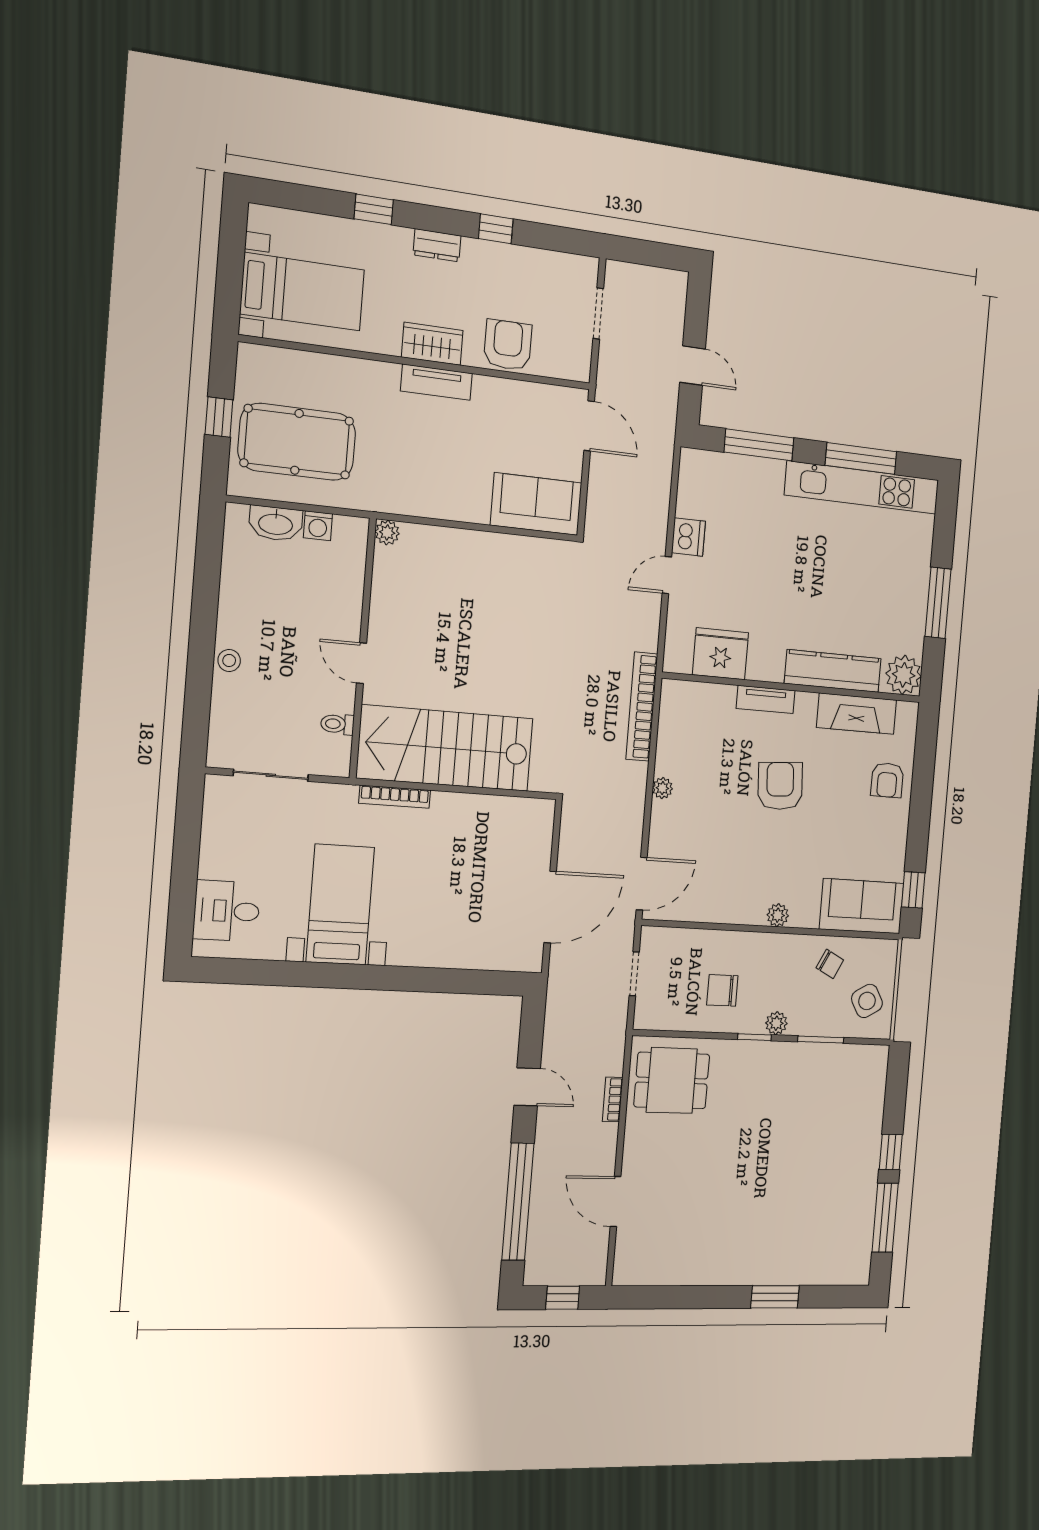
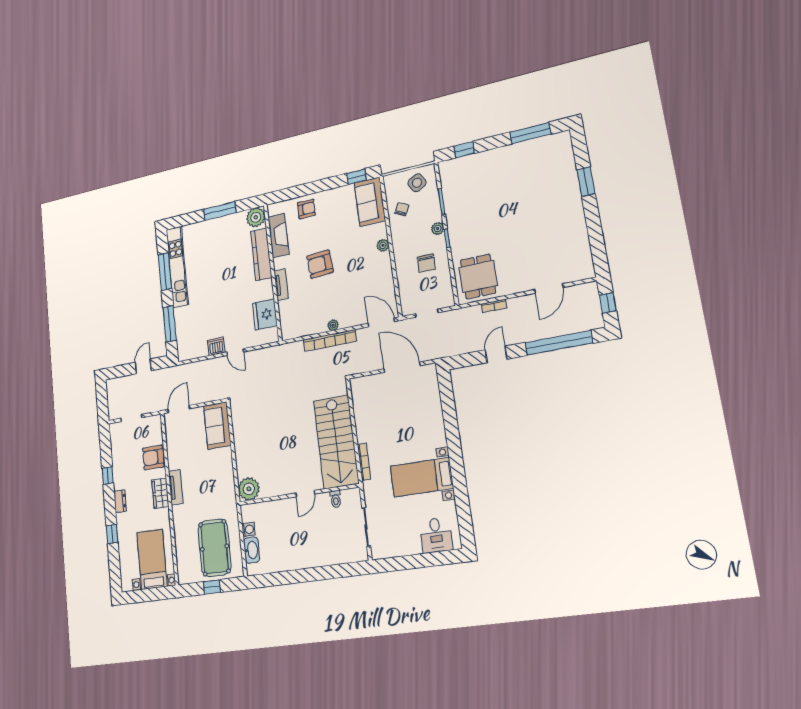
plant: (387, 533) -> (249, 489), width x1.88, depth x1.88
stool: (229, 661) -> (317, 559), removed
bookcase: (642, 707) -> (330, 341), moved
window: (891, 1152) -> (464, 150), moved

